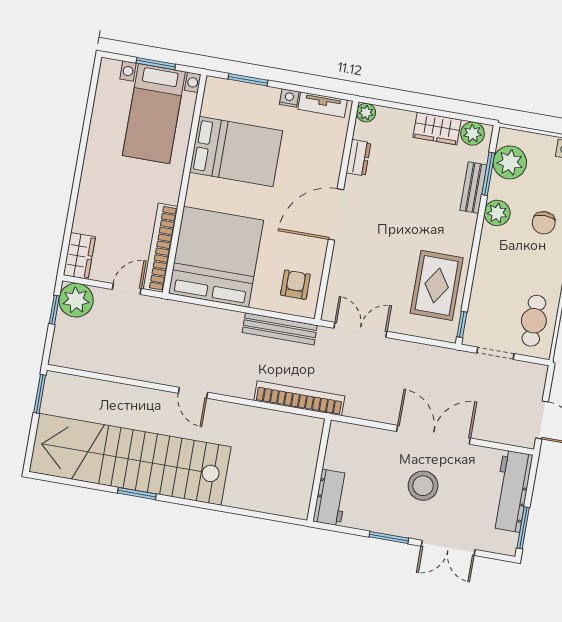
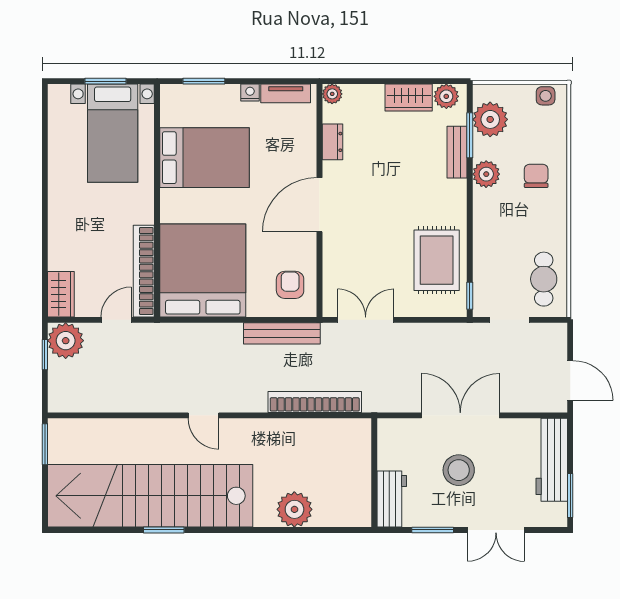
chair: (544, 223) -> (536, 176), turned 180
wall: (319, 470) -> (374, 473), moved
plant: (263, 496) -> (294, 509), added
workbench: (331, 498) -> (392, 499), moved

